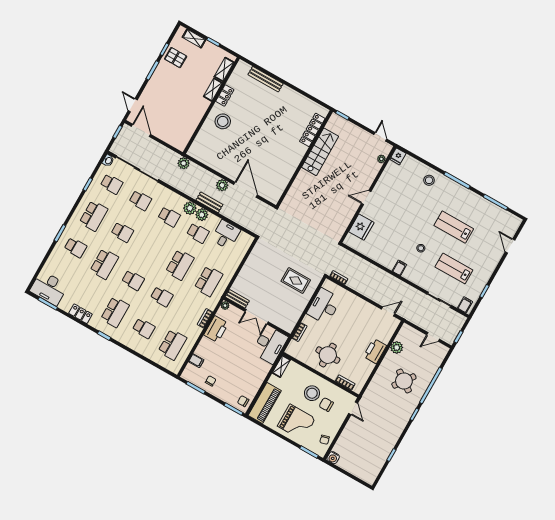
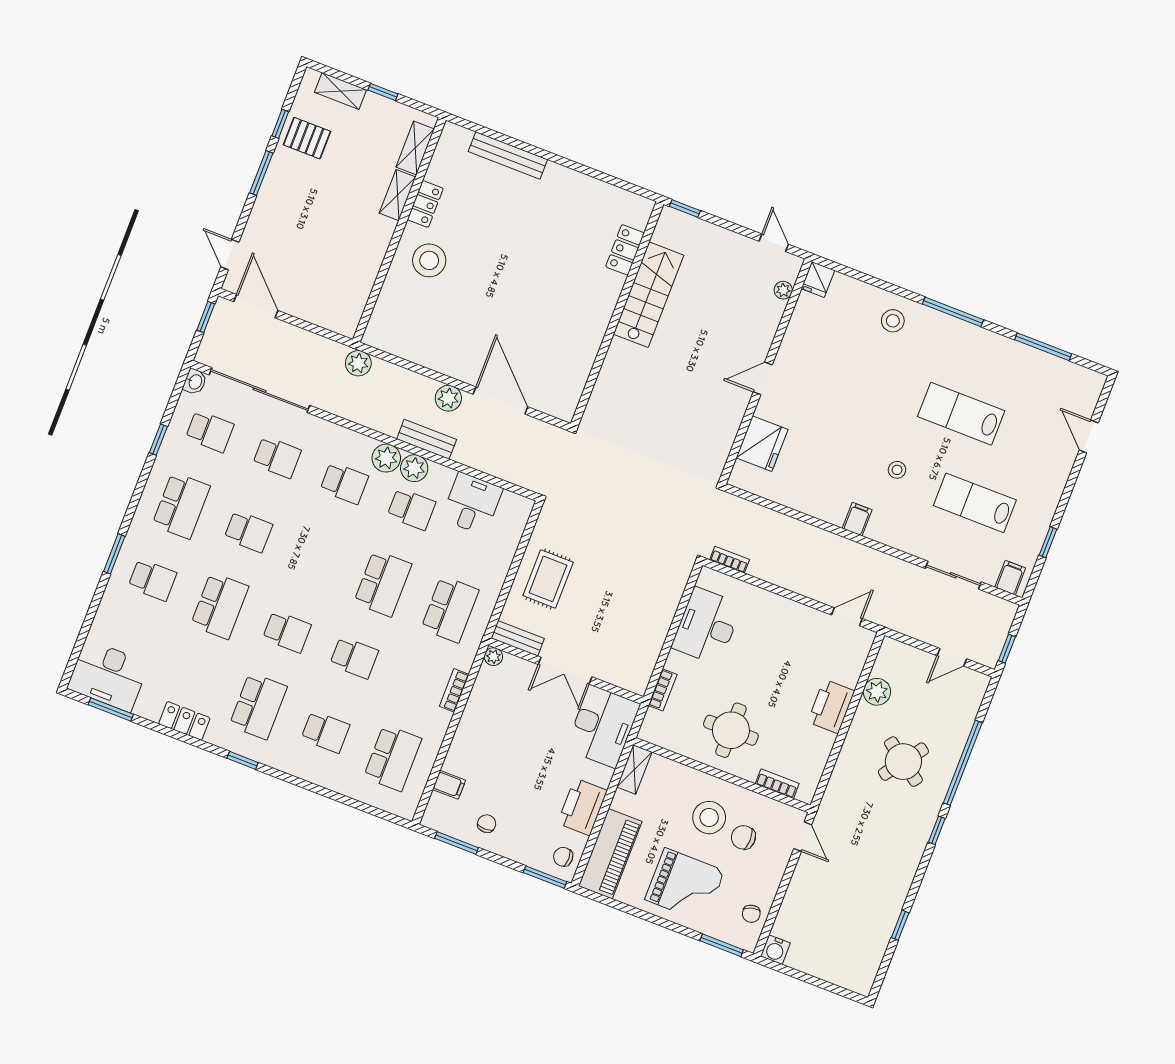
locker: (312, 130) -> (625, 250), width x0.66
rug: (296, 281) -> (548, 579), moved, turned 90
printer: (216, 329) -> (582, 807), moved, turned 180

